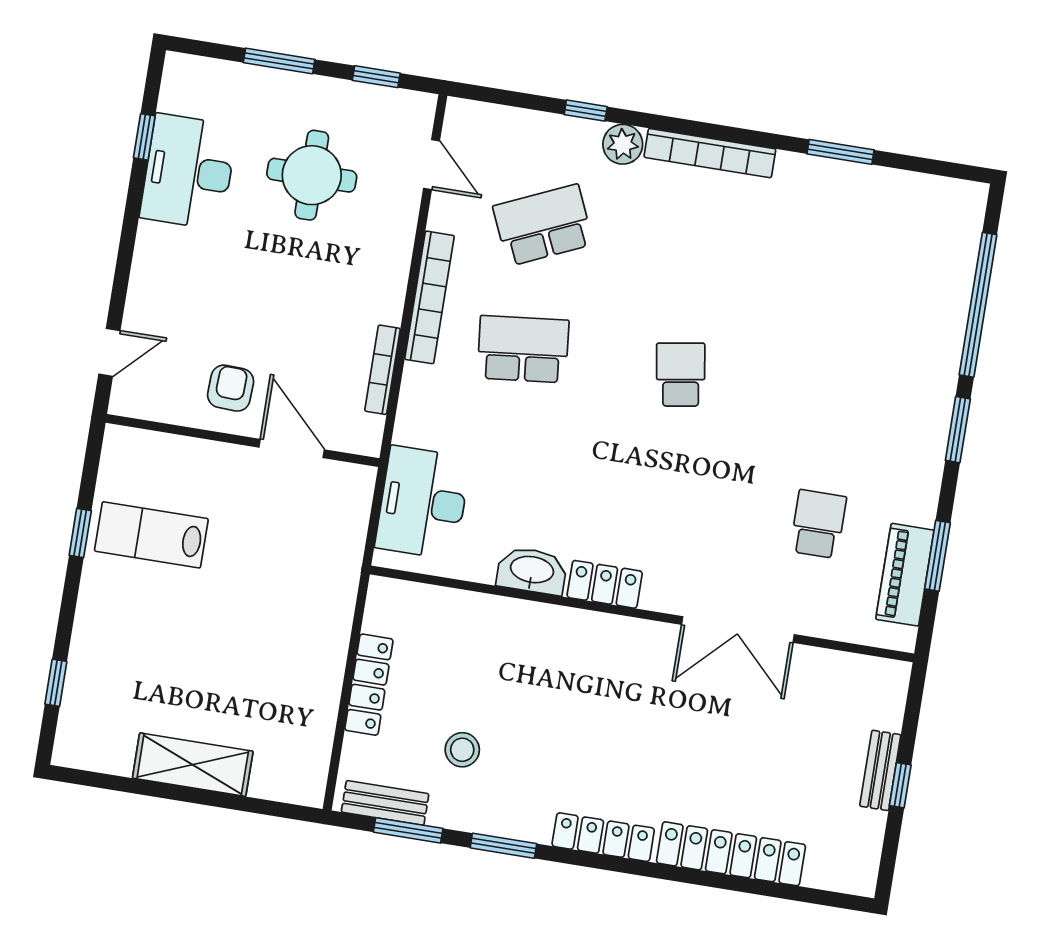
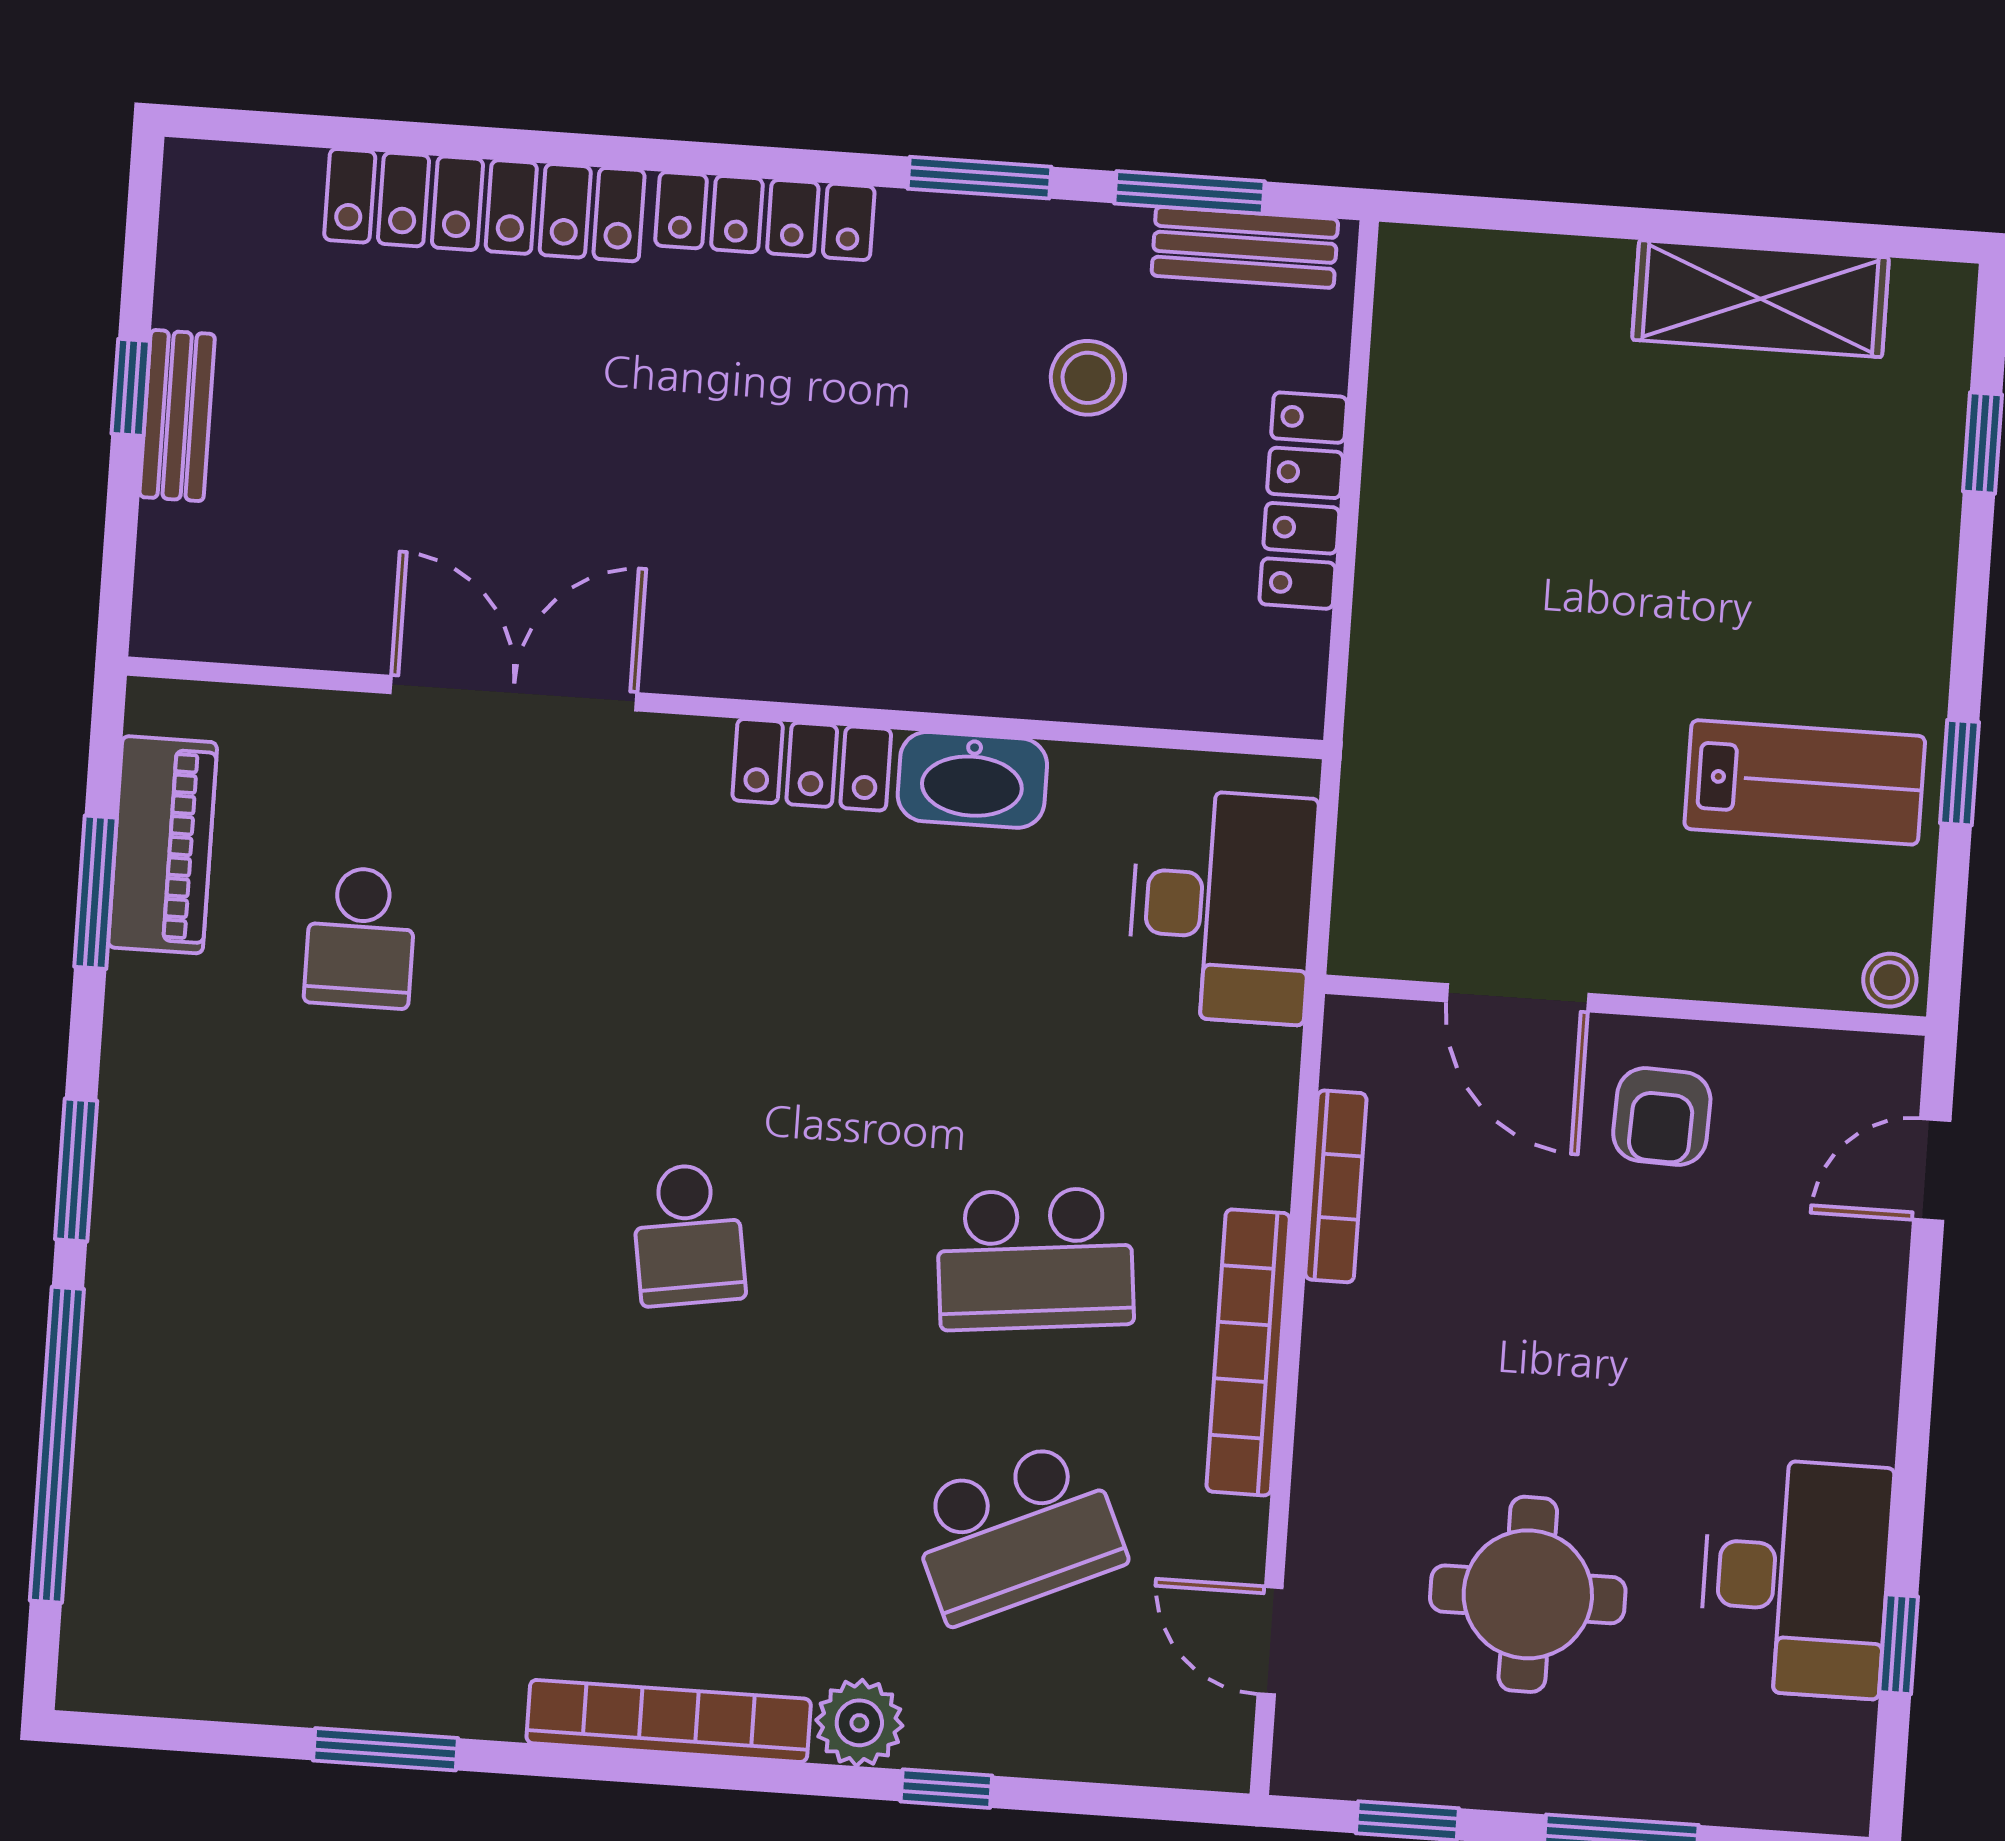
stool: (121, 441) -> (1890, 980), added
shelving: (193, 765) -> (1761, 299), moved

